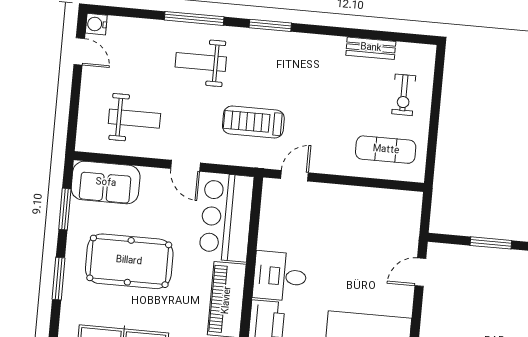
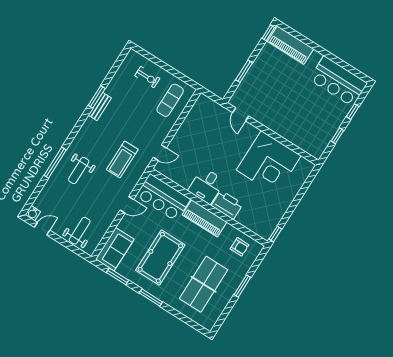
window: (270, 25) -> (97, 97), moved
bench: (371, 48) -> (100, 107), moved
weight bench: (134, 119) -> (80, 231), moved
door: (295, 176) -> (160, 153), swing flipped

